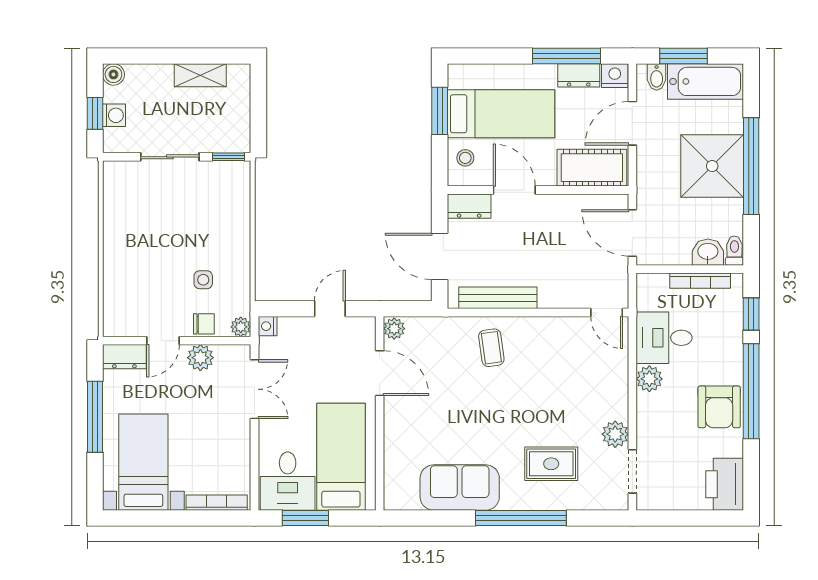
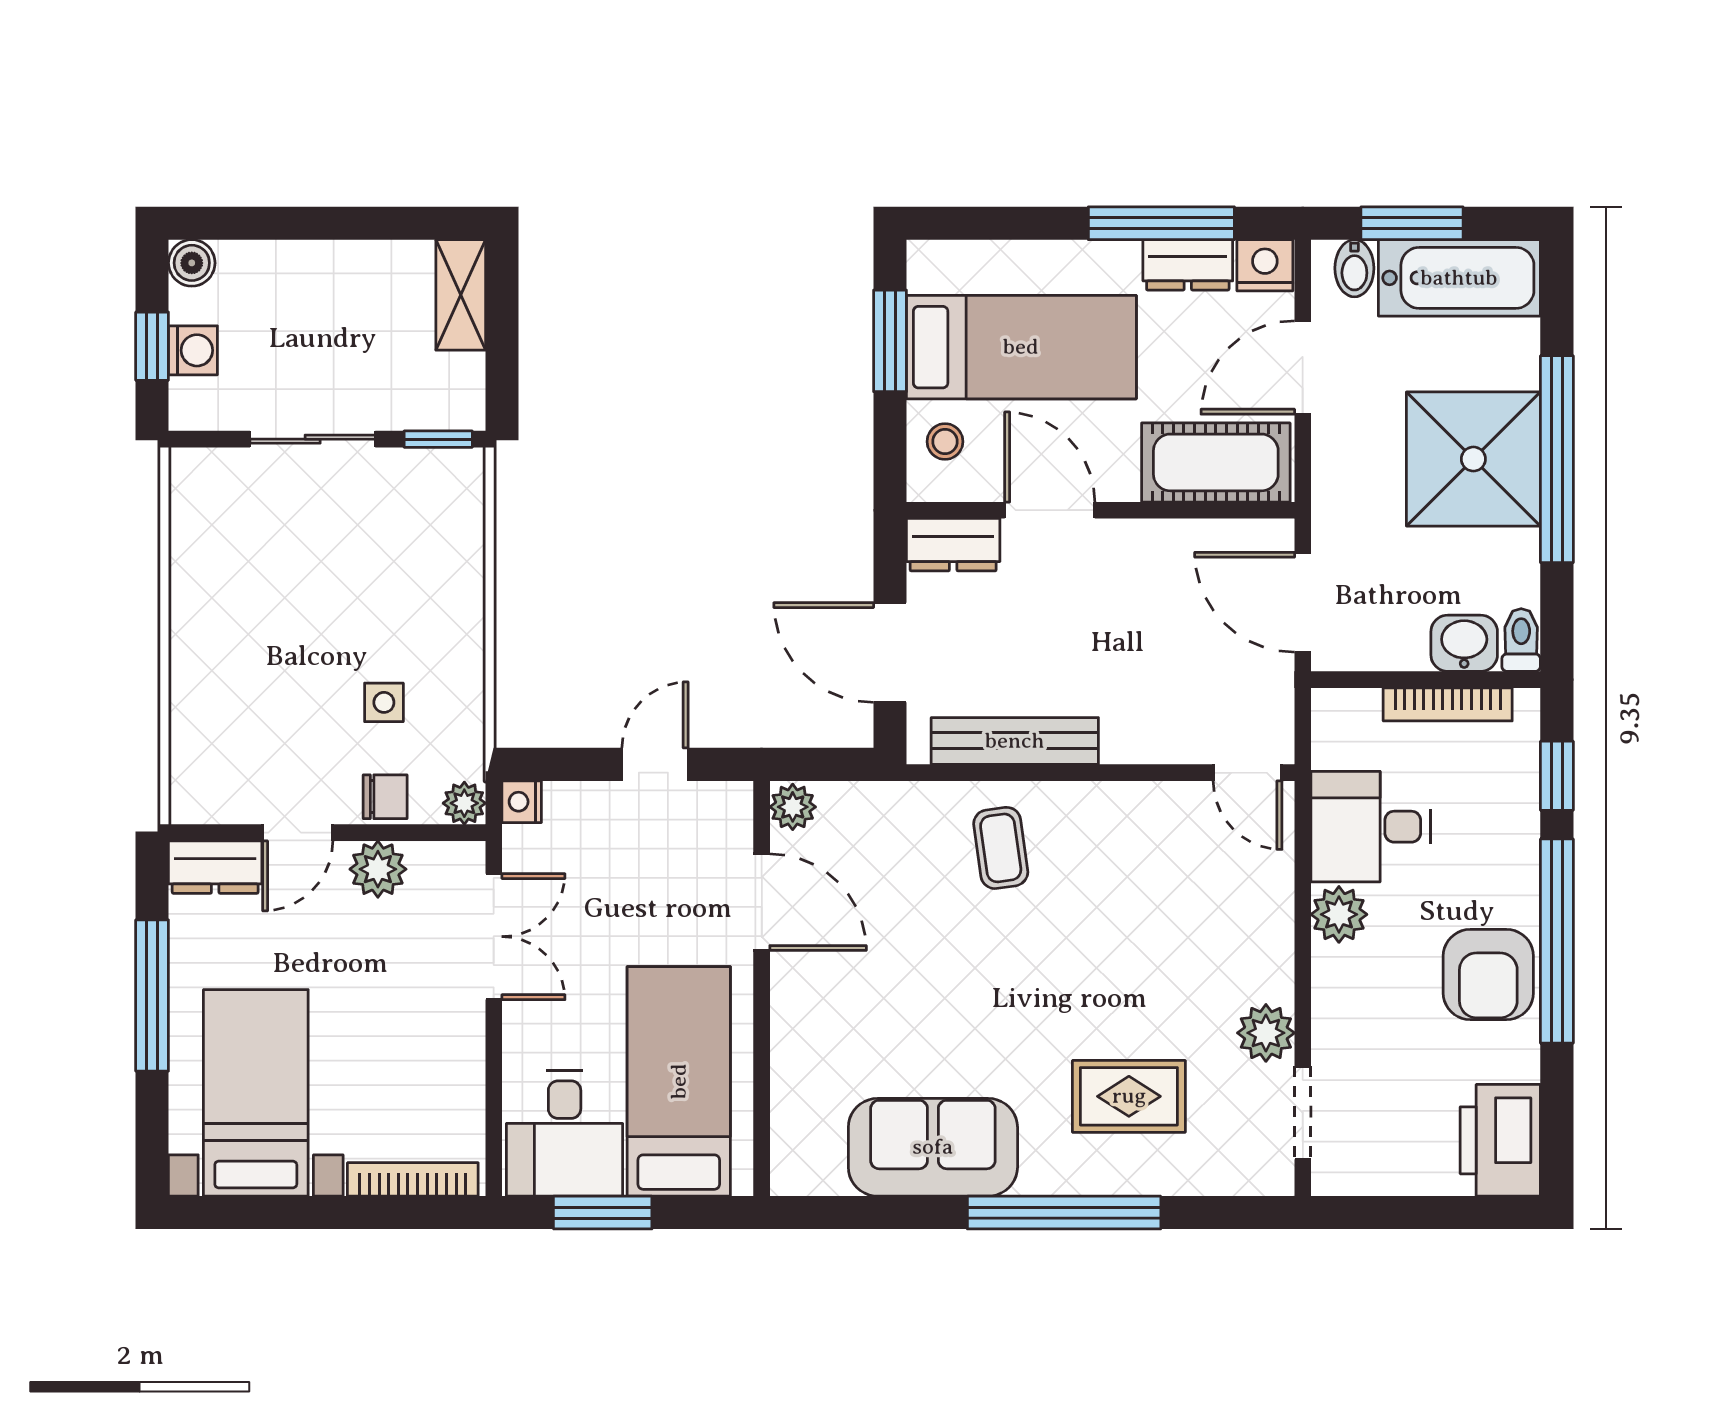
shelving: (200, 75) -> (461, 295), moved, turned 90

